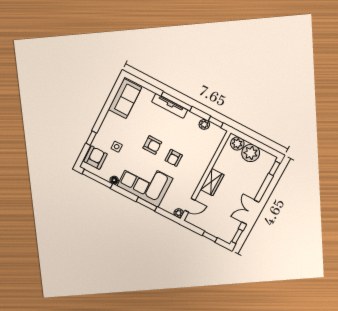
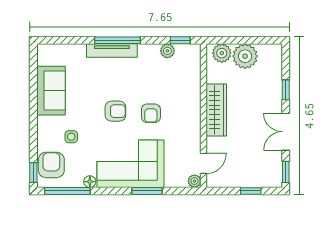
sofa: (125, 99) -> (51, 91), moved
window: (91, 138) -> (33, 173), moved
window: (274, 168) -> (286, 90), moved
wardrobe: (212, 182) -> (216, 110), width x1.50

